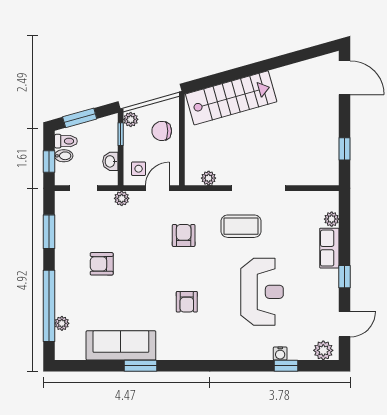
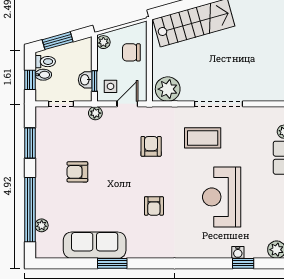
window: (121, 134) -> (94, 81), moved
plant: (209, 178) -> (168, 89), width x1.88, depth x1.88
reception desk: (262, 292) -> (222, 197), turned 180

